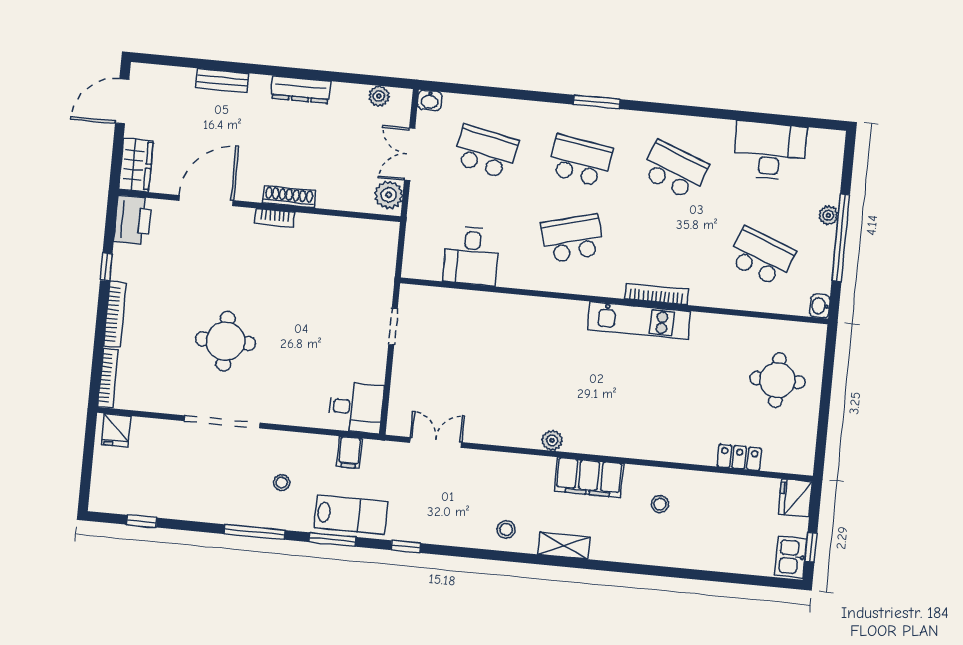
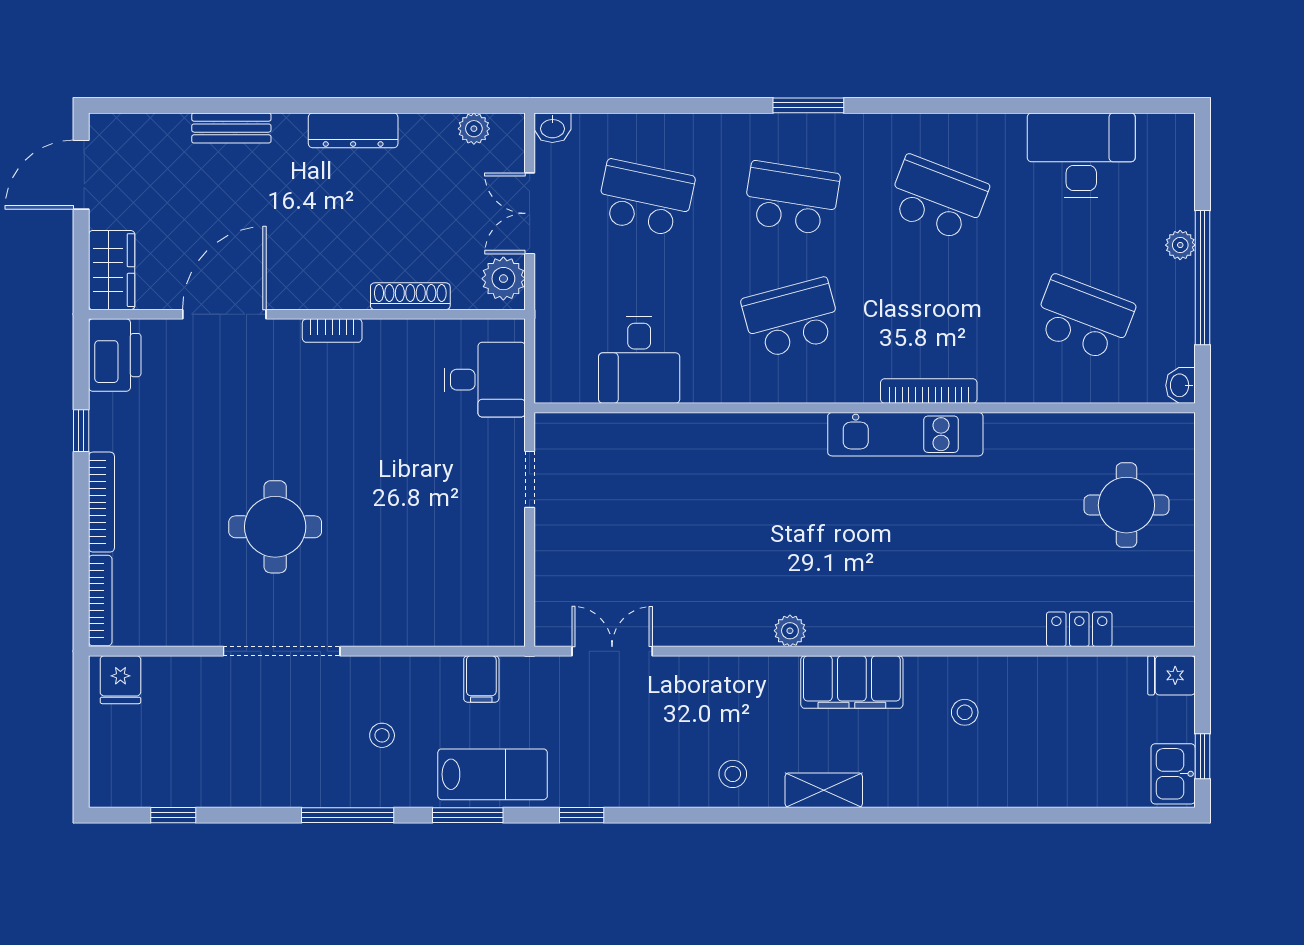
shoe rack: (289, 197) -> (410, 296), moved
desk: (356, 407) -> (485, 380), moved
fridge: (795, 498) -> (1171, 675), width x0.72

